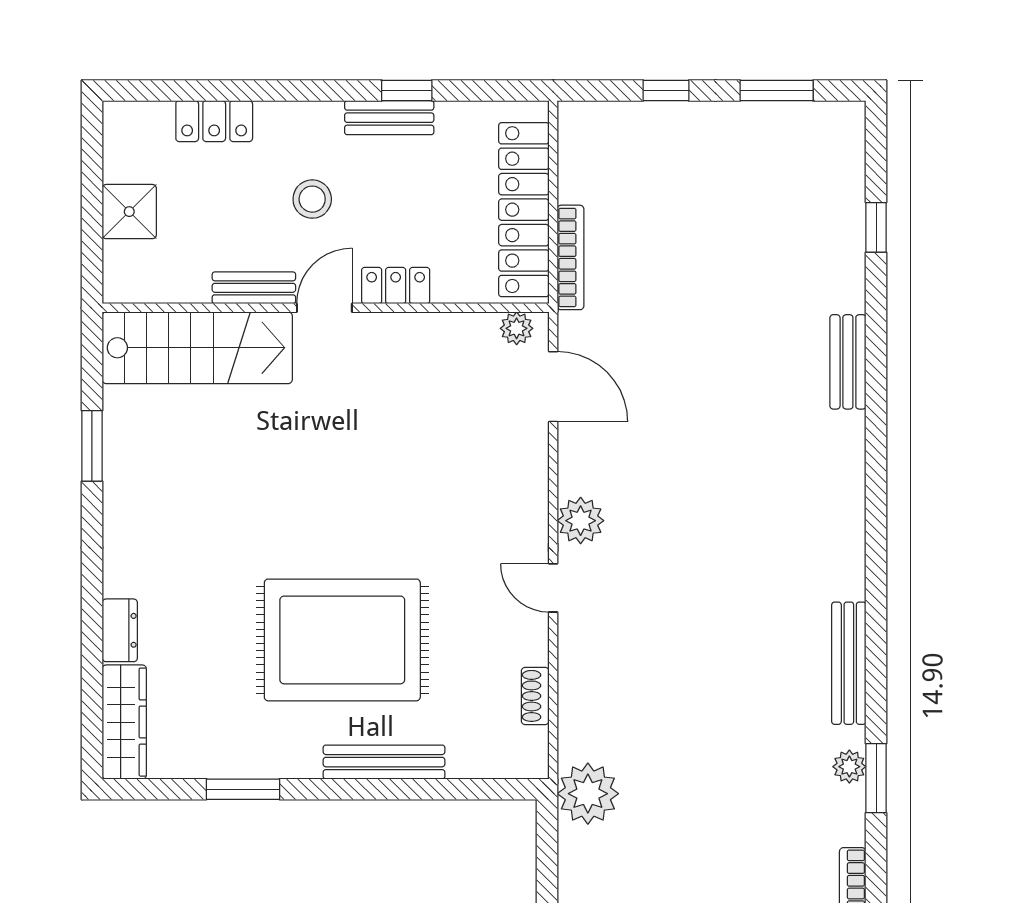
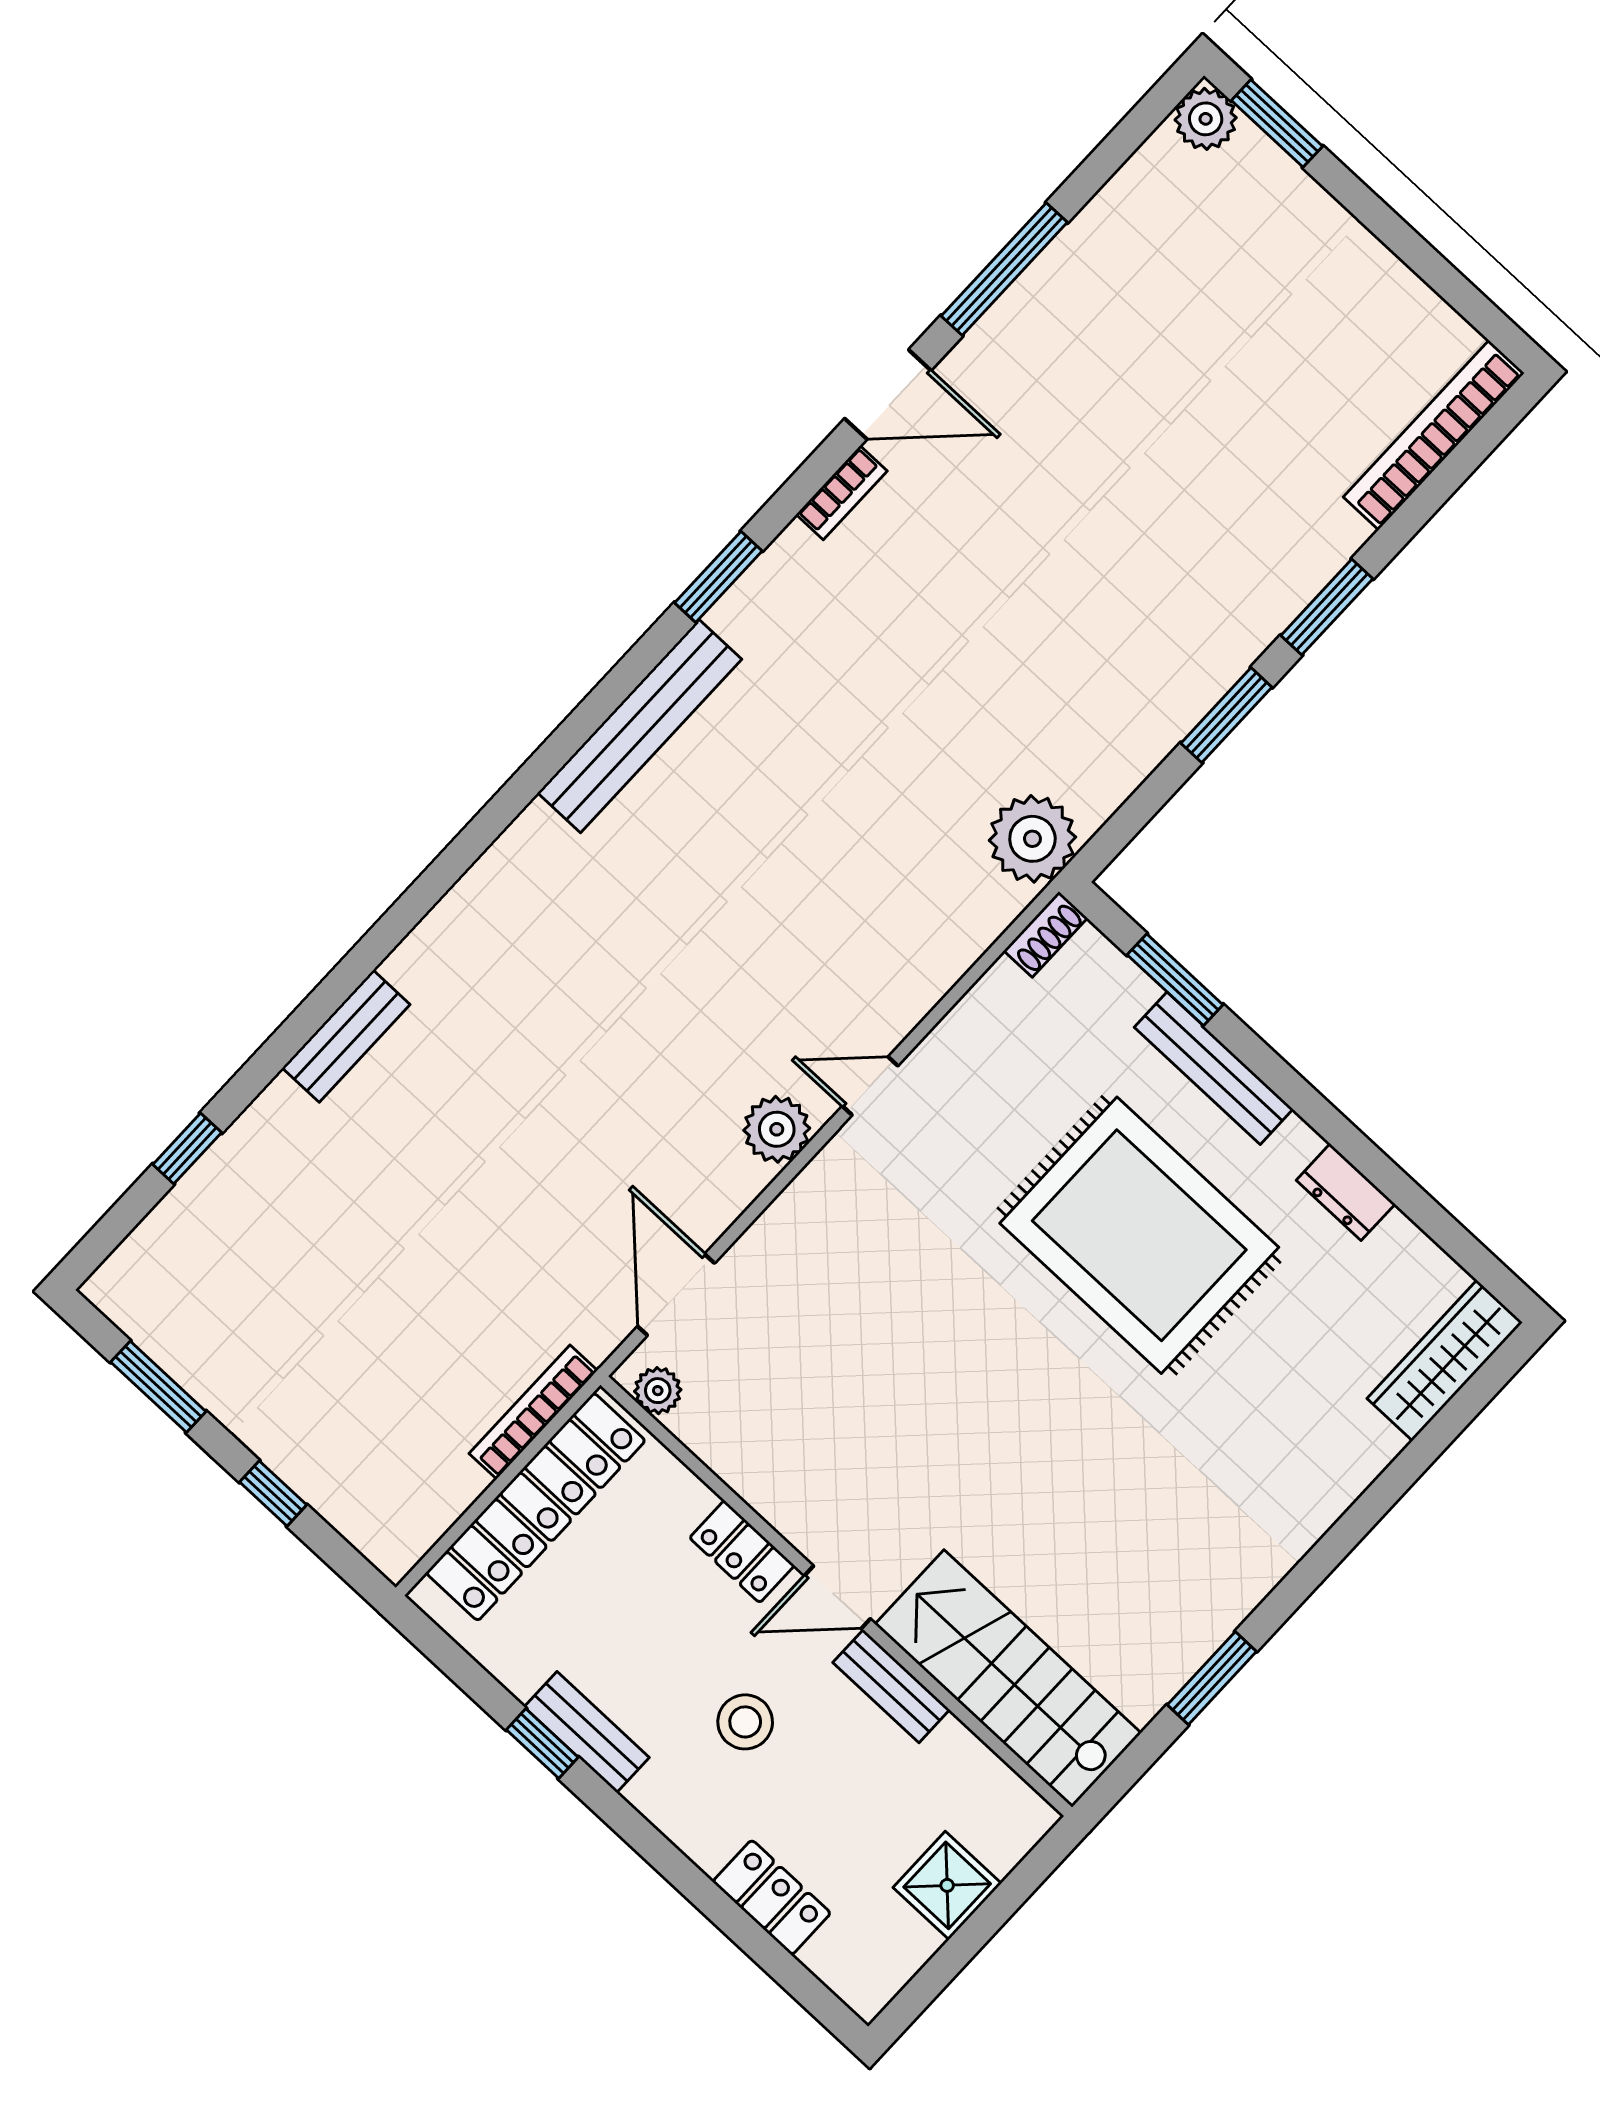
door: (553, 588) -> (870, 1086), swing flipped
dresser: (120, 630) -> (1346, 1192), moved, turned -90
bench: (849, 663) -> (640, 726), width x1.37, depth x1.21
shoe rack: (535, 696) -> (1046, 934), moved
plant: (849, 767) -> (735, 615), removed
window: (243, 789) -> (1175, 980), moved

